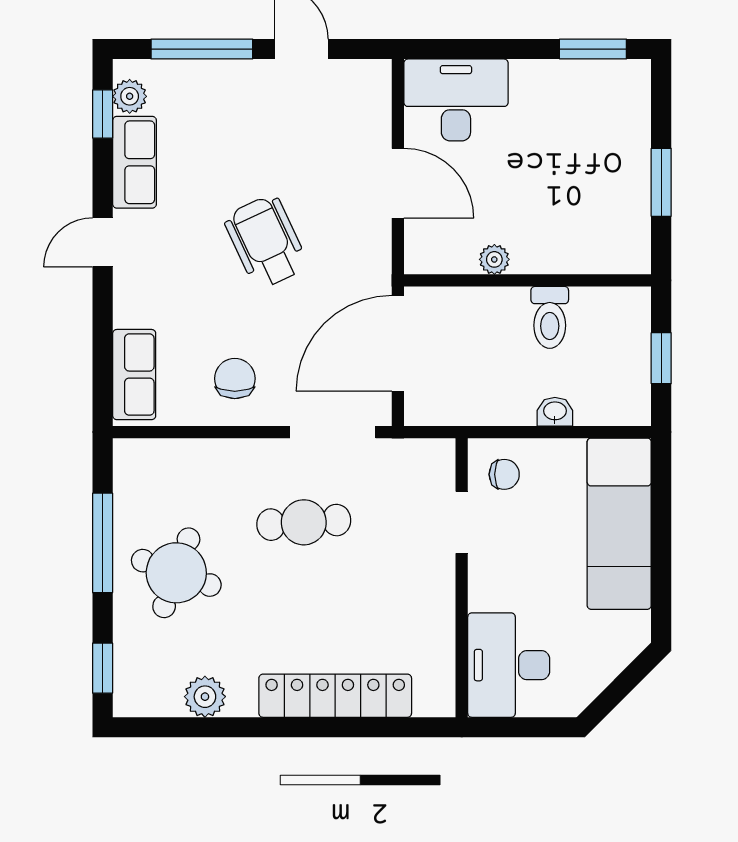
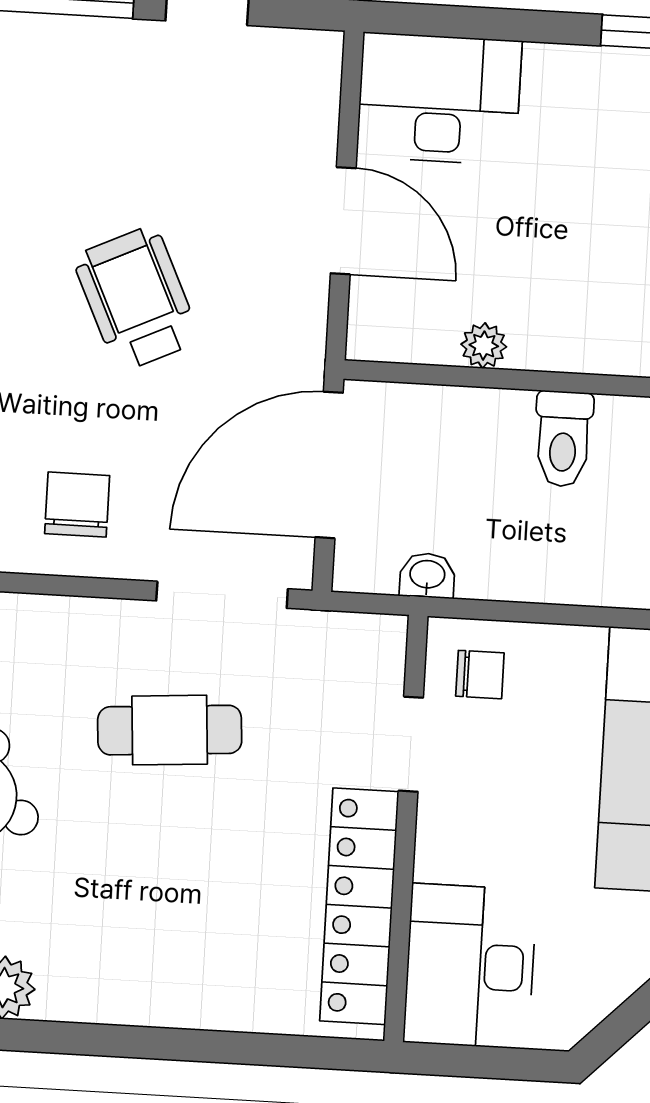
washbasin: (555, 412) -> (427, 576), moved
locker: (335, 696) -> (359, 906), moved, turned -90

